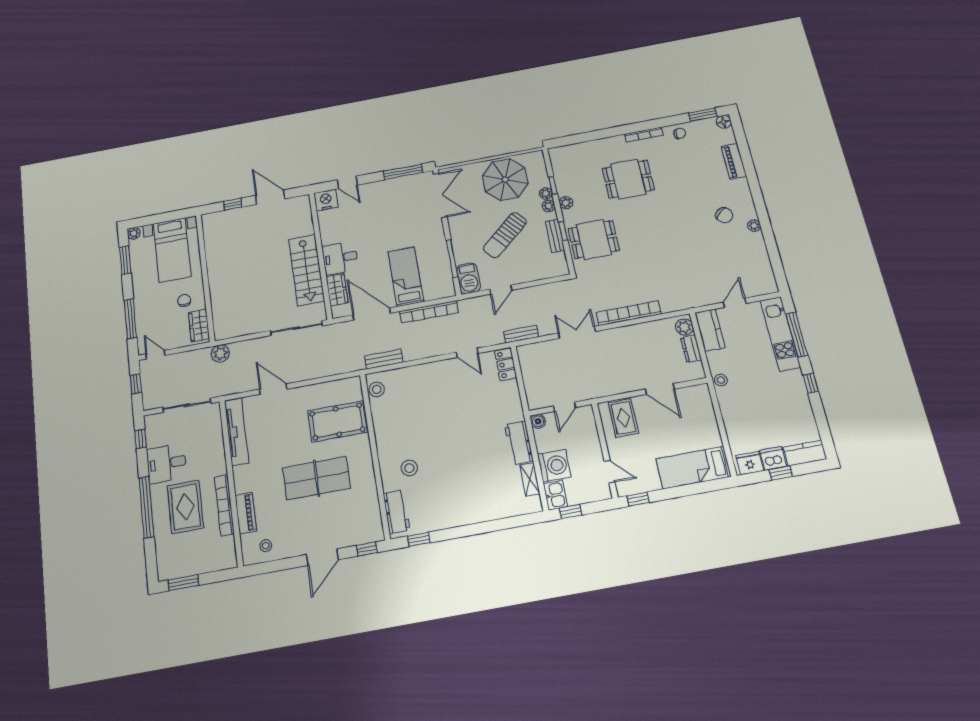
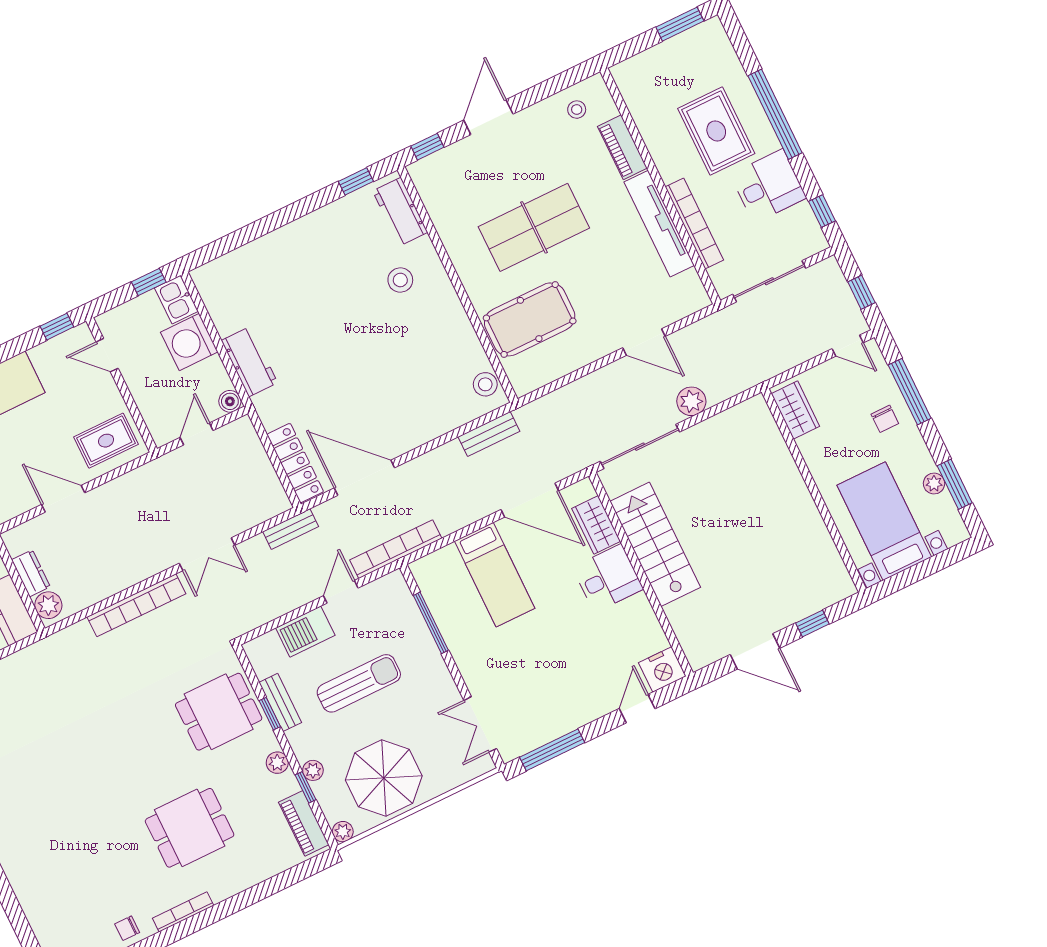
piano: (734, 161) -> (304, 823), moved, turned 180
door: (347, 182) -> (637, 709), hinge flipped
double door: (440, 195) -> (480, 724), width x0.73
plant: (549, 206) -> (343, 832), moved
chair: (724, 215) -> (27, 804), removed
plant: (134, 233) -> (934, 484), moved
sun lounger: (505, 235) -> (359, 683), turned 41
barbecue: (468, 278) -> (305, 632), moved, turned -90
chair: (184, 301) -> (885, 419), moved
bookcase: (429, 312) -> (396, 549), moved
plant: (220, 353) -> (691, 401), moved
door: (467, 353) -> (364, 478), width x1.87
locker: (506, 364) -> (295, 463), width x1.53
rug: (623, 418) -> (106, 441), turned 90
tv unit: (237, 432) -> (659, 224), moved
shelving: (530, 479) -> (219, 312), removed
bookcase: (224, 505) -> (694, 223), moved

